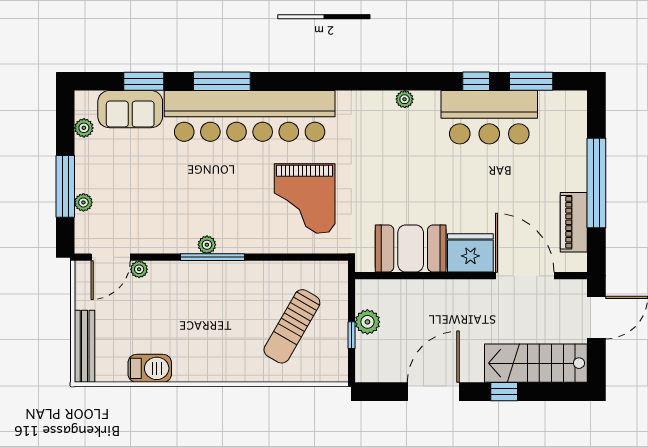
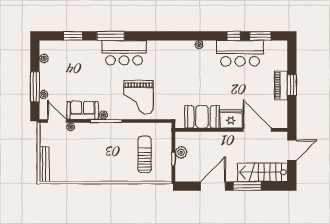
sofa: (130, 109) -> (83, 110), moved, turned 180
bar counter: (250, 116) -> (124, 53), width x0.54
window: (596, 183) -> (292, 85), width x0.47
grand piano: (305, 199) -> (139, 97), moved
piano: (574, 222) -> (281, 85), moved
door: (111, 257) -> (57, 121), swing flipped
sun lounger: (292, 326) -> (145, 154), turned 150
barbecue: (150, 368) -> (76, 175), removed
window: (504, 392) -> (247, 186), width x2.17

